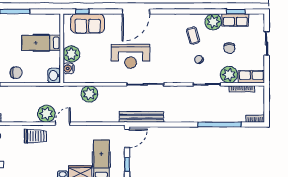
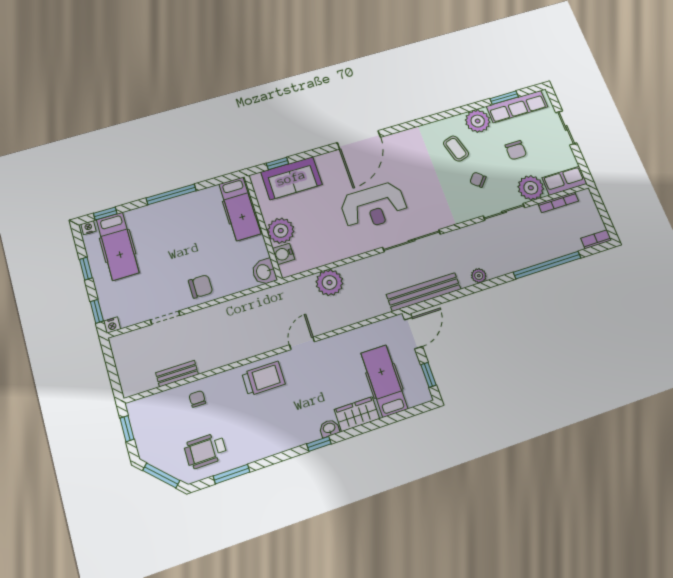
row of seats: (235, 20) -> (517, 107), width x1.48
hospital bed: (41, 43) -> (240, 209), moved, turned -90
plant: (46, 114) -> (479, 276), moved, width x0.53, depth x0.53

